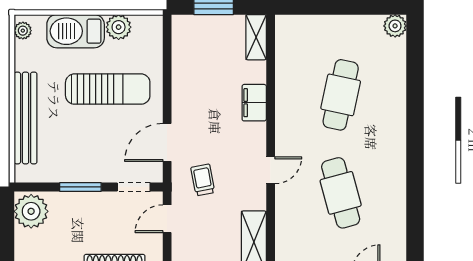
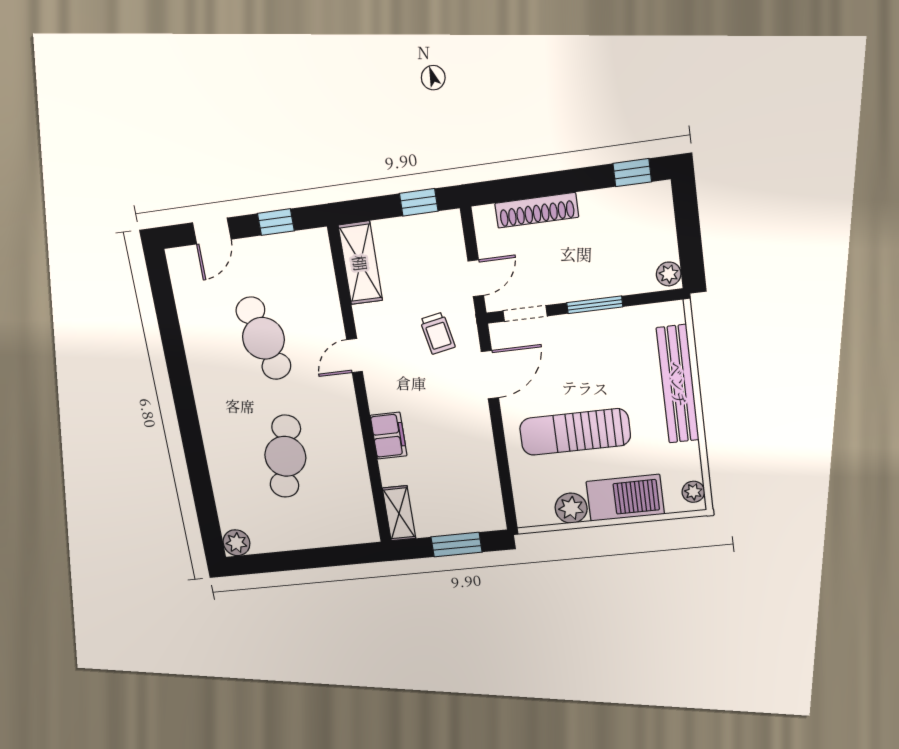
plant: (31, 211) -> (669, 274), width x0.53, depth x0.53

